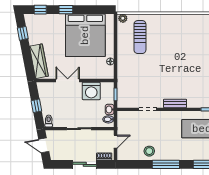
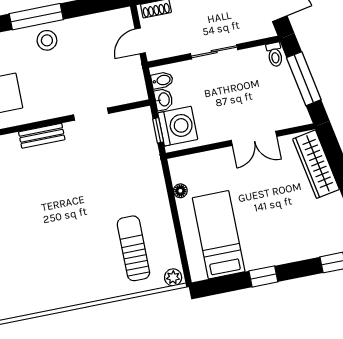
window: (66, 10) -> (263, 276), moved
bed: (85, 35) -> (219, 235), width x0.49
washing machine: (91, 91) -> (178, 126), moved, turned 90
window: (36, 106) -> (304, 79), width x2.17
stool: (149, 151) -> (47, 40), moved

